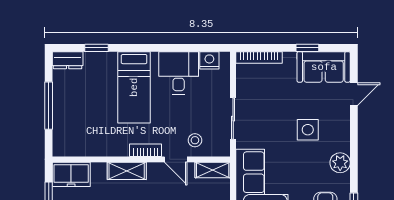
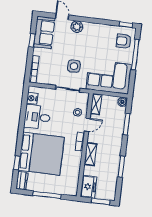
bed: (134, 87) -> (41, 154), width x2.04
side table: (308, 130) -> (74, 66), moved
plant: (340, 163) -> (77, 27), moved

